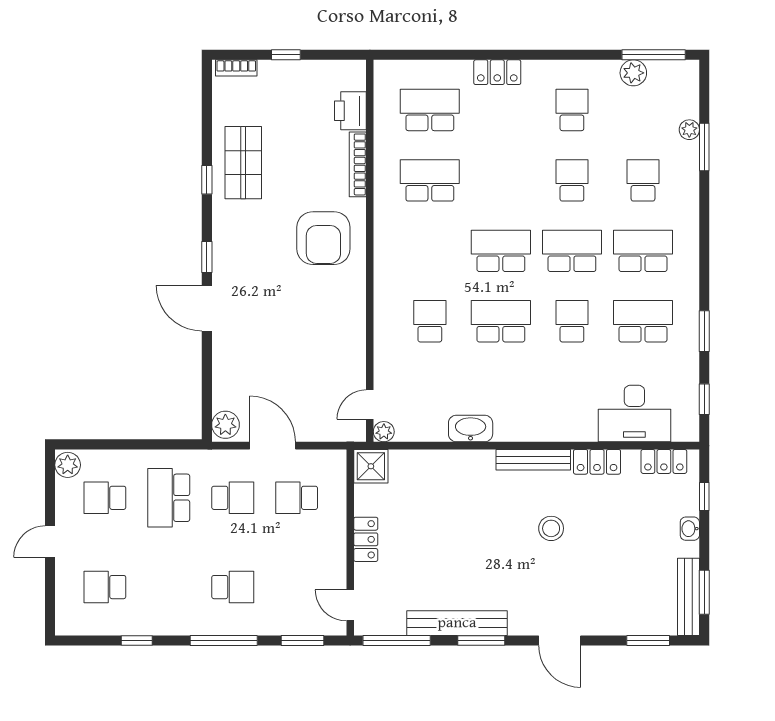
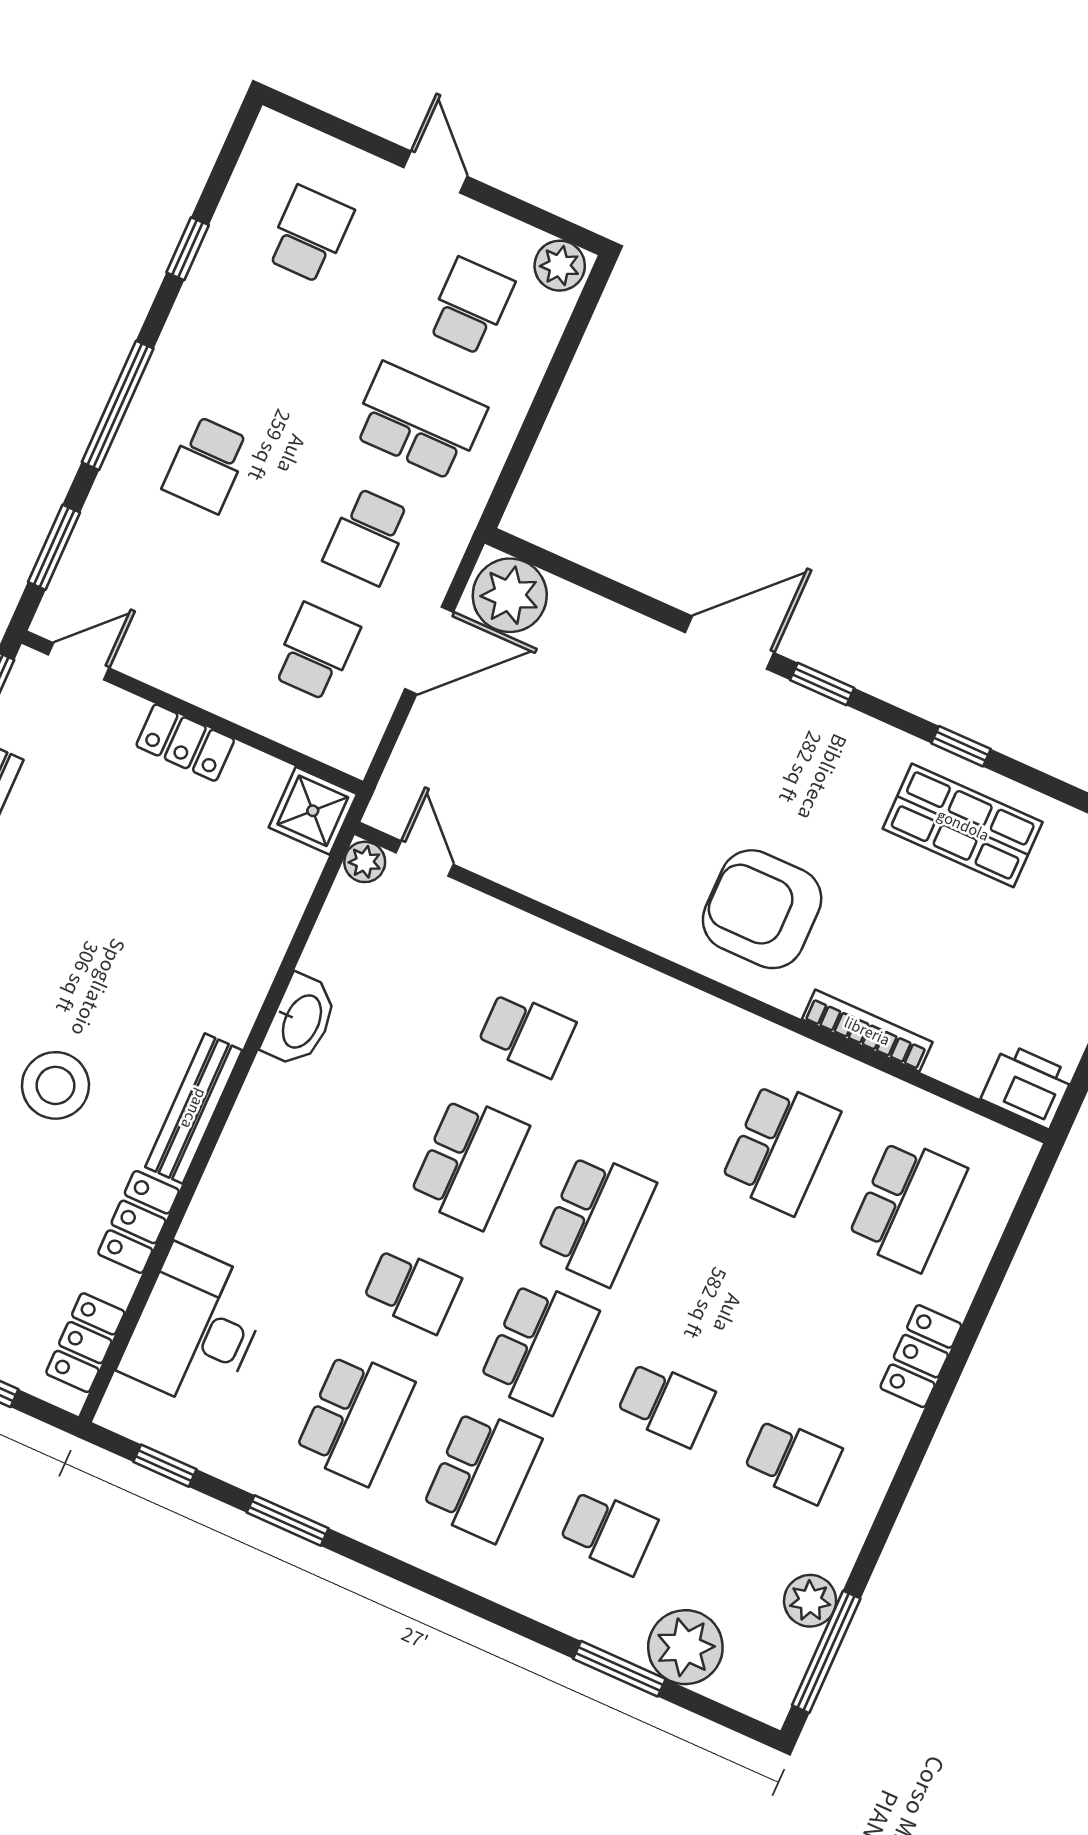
printer: (350, 111) -> (1027, 1086), moved
plant: (689, 130) -> (685, 1647), width x1.87, depth x1.87
plant: (225, 425) -> (510, 595), width x1.36, depth x1.36
stool: (551, 528) -> (55, 1085), width x1.38, depth x1.38

